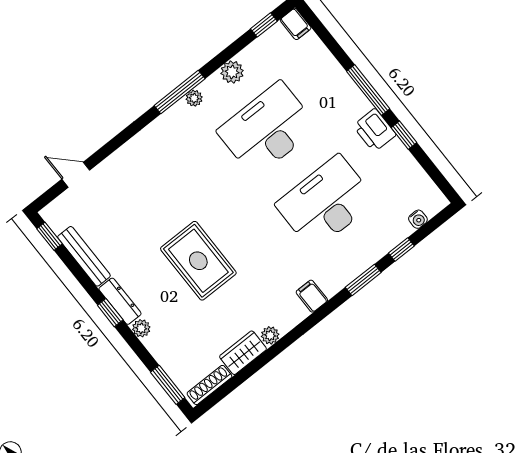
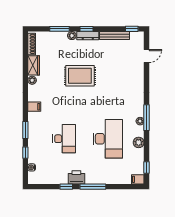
desk: (326, 203) -> (64, 139), width x0.73, depth x0.77
window: (168, 385) -> (60, 29), moved

